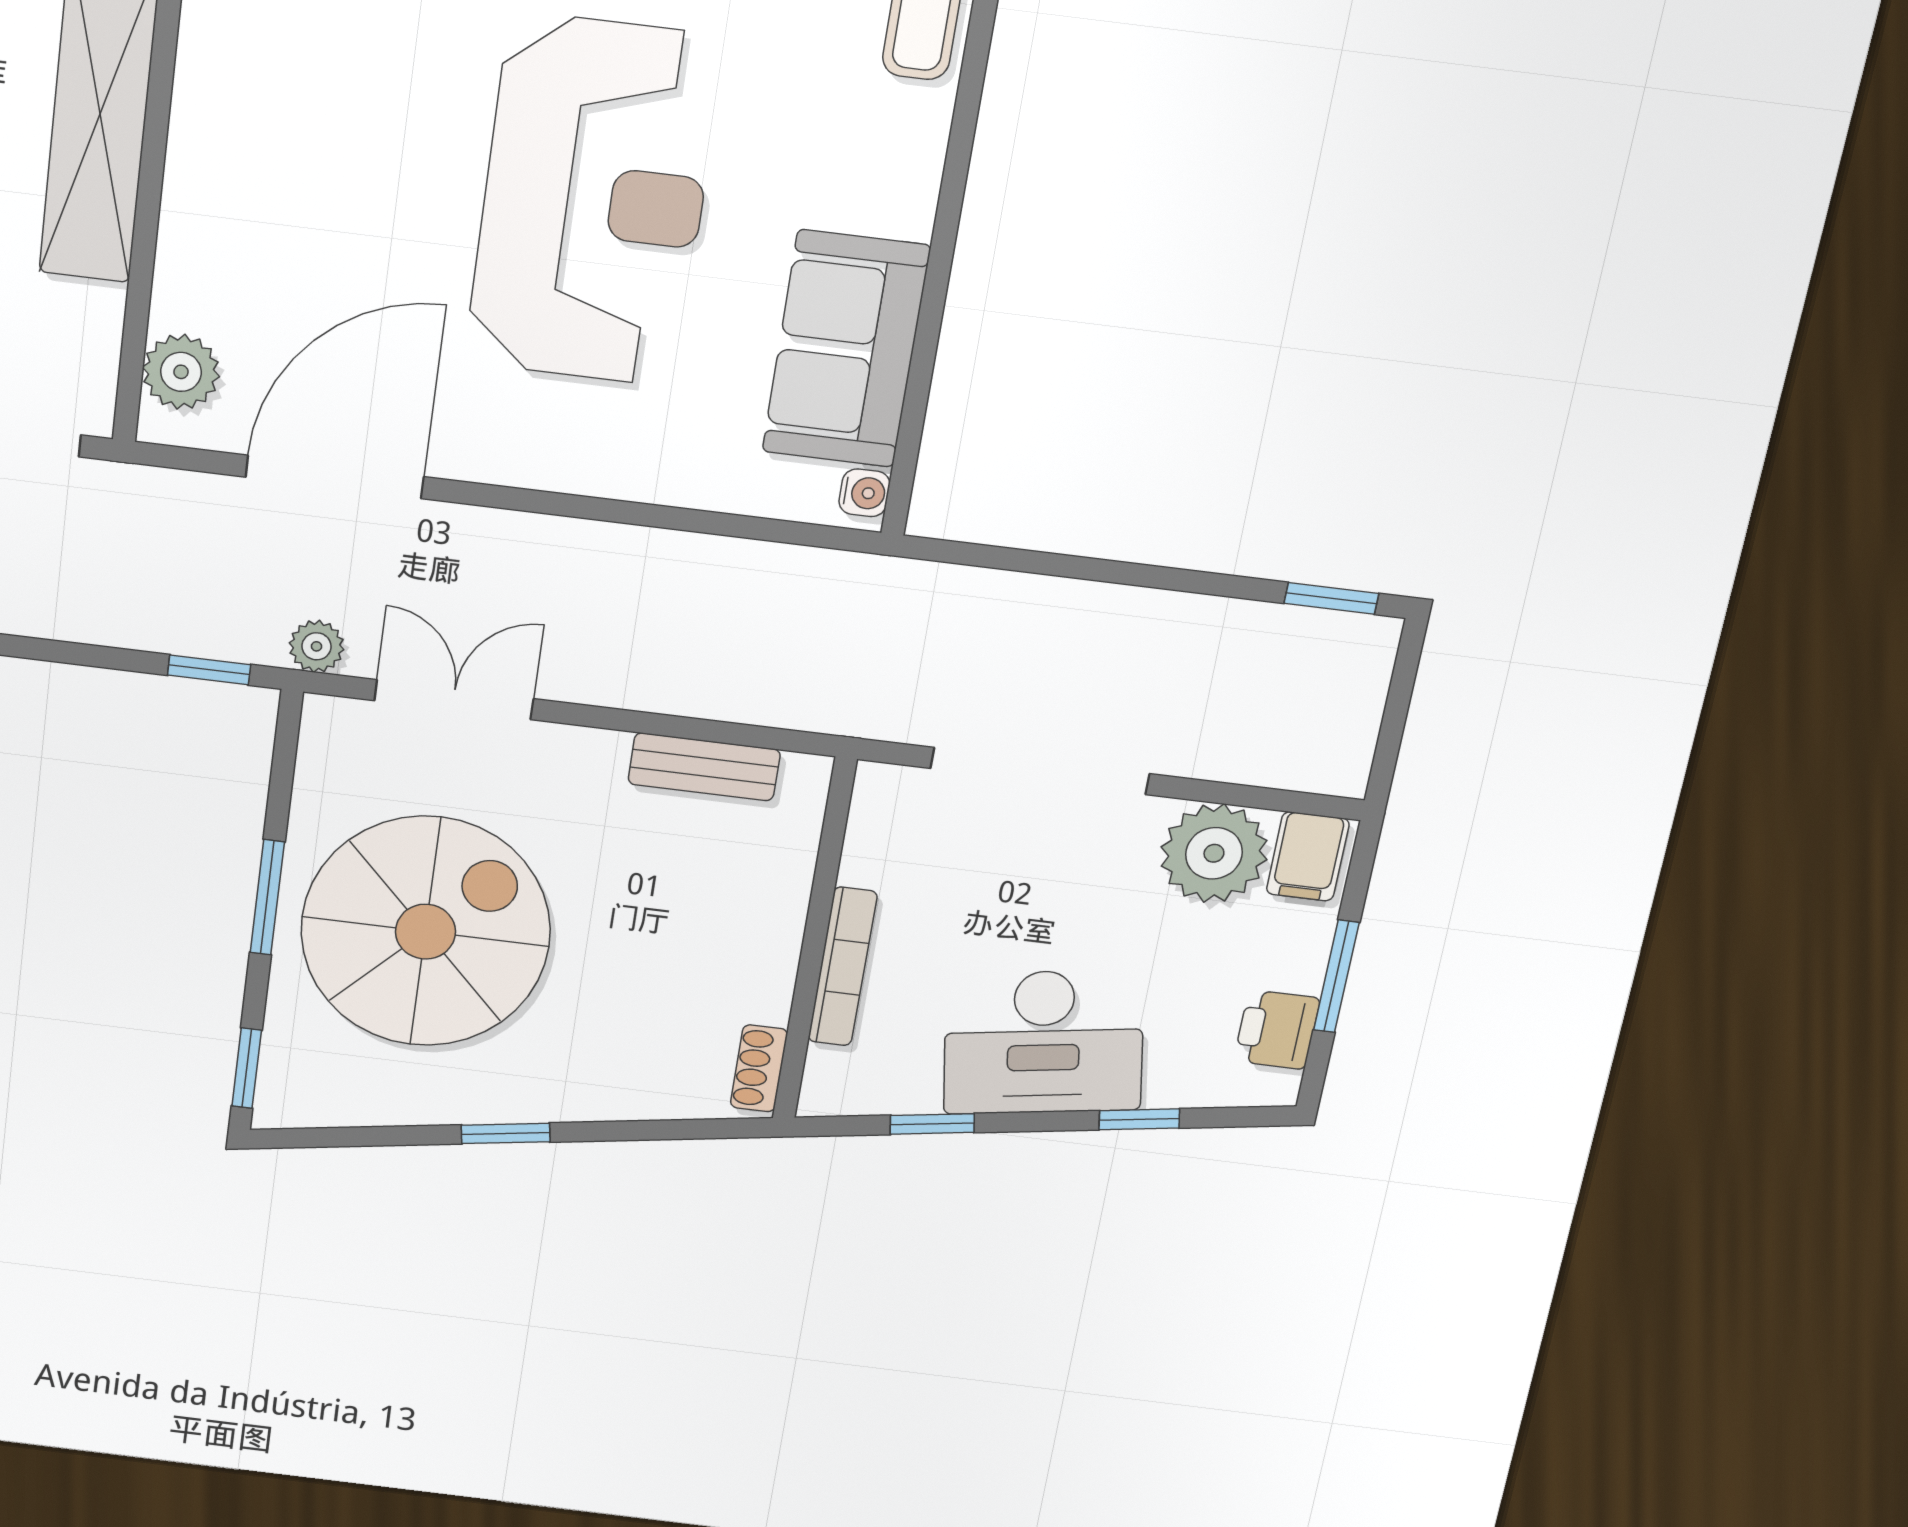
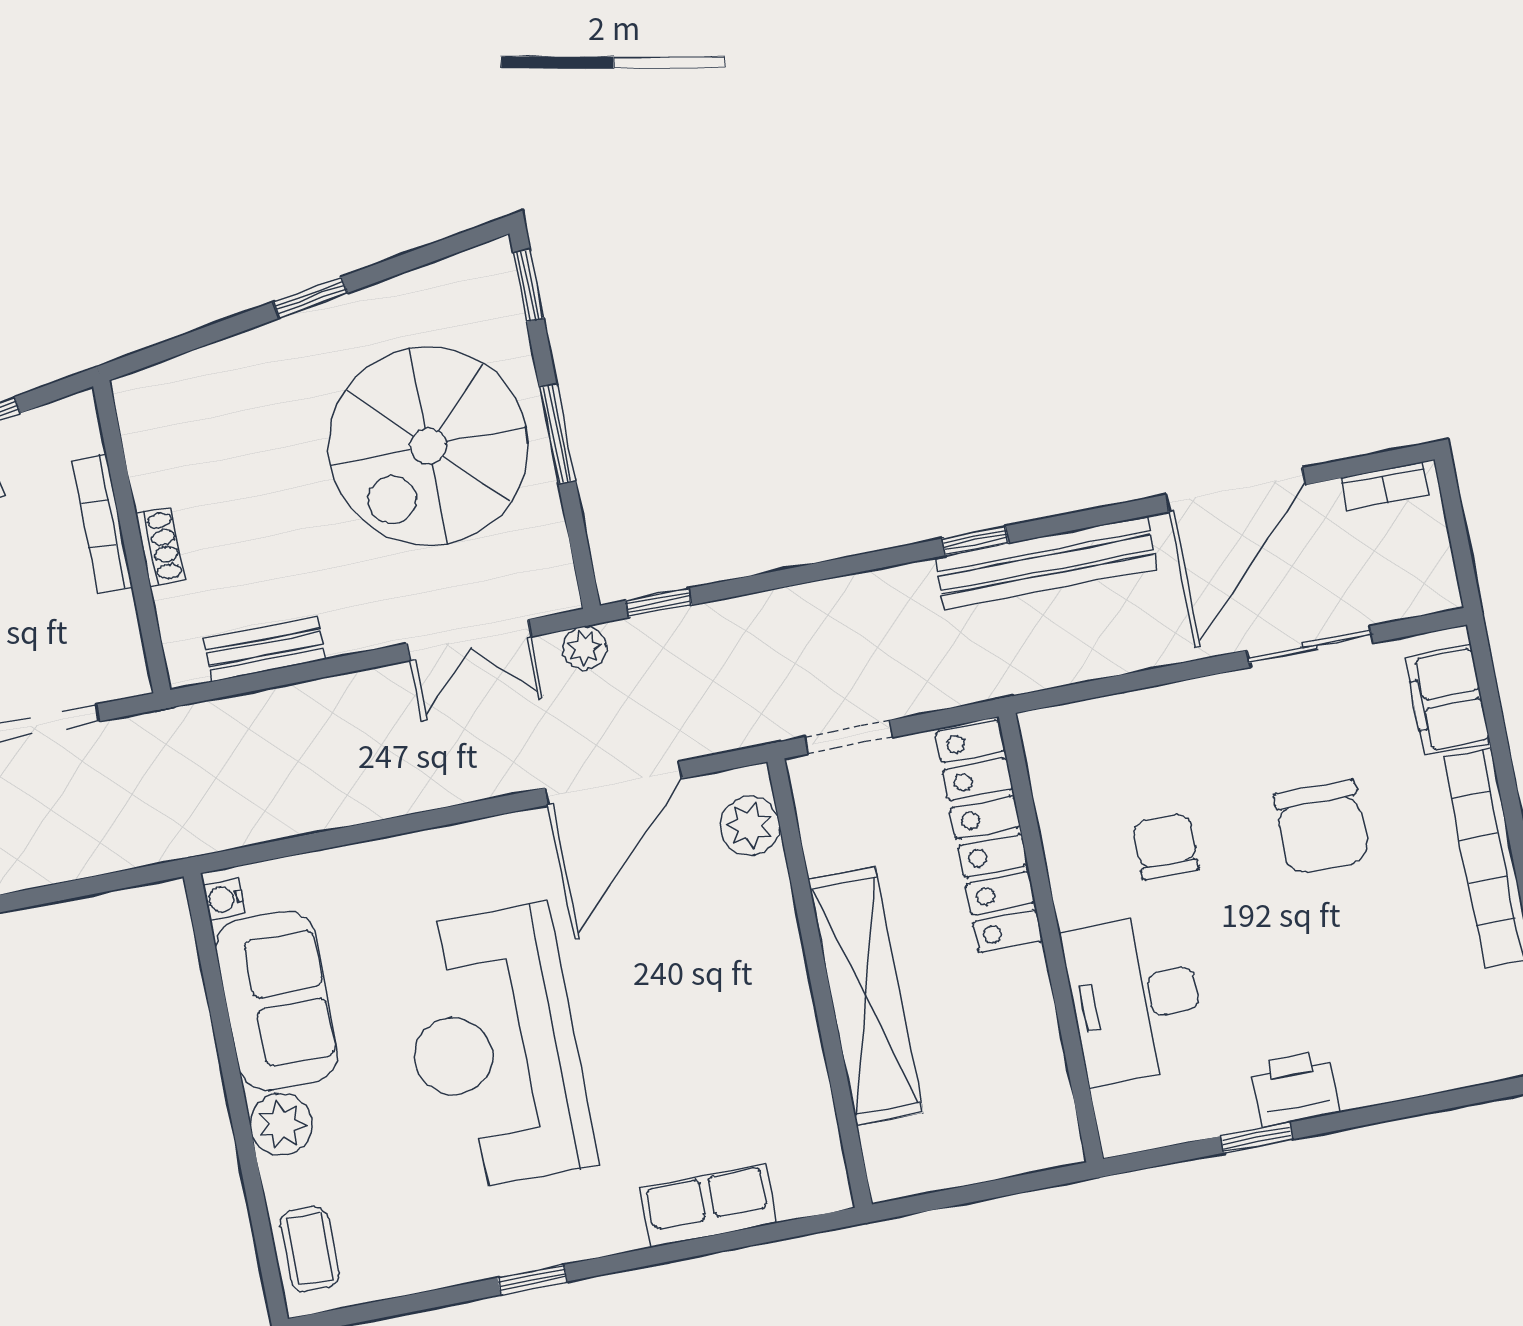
plant: (898, 193) -> (281, 1125), added
shoe rack: (759, 1068) -> (160, 547), moved

